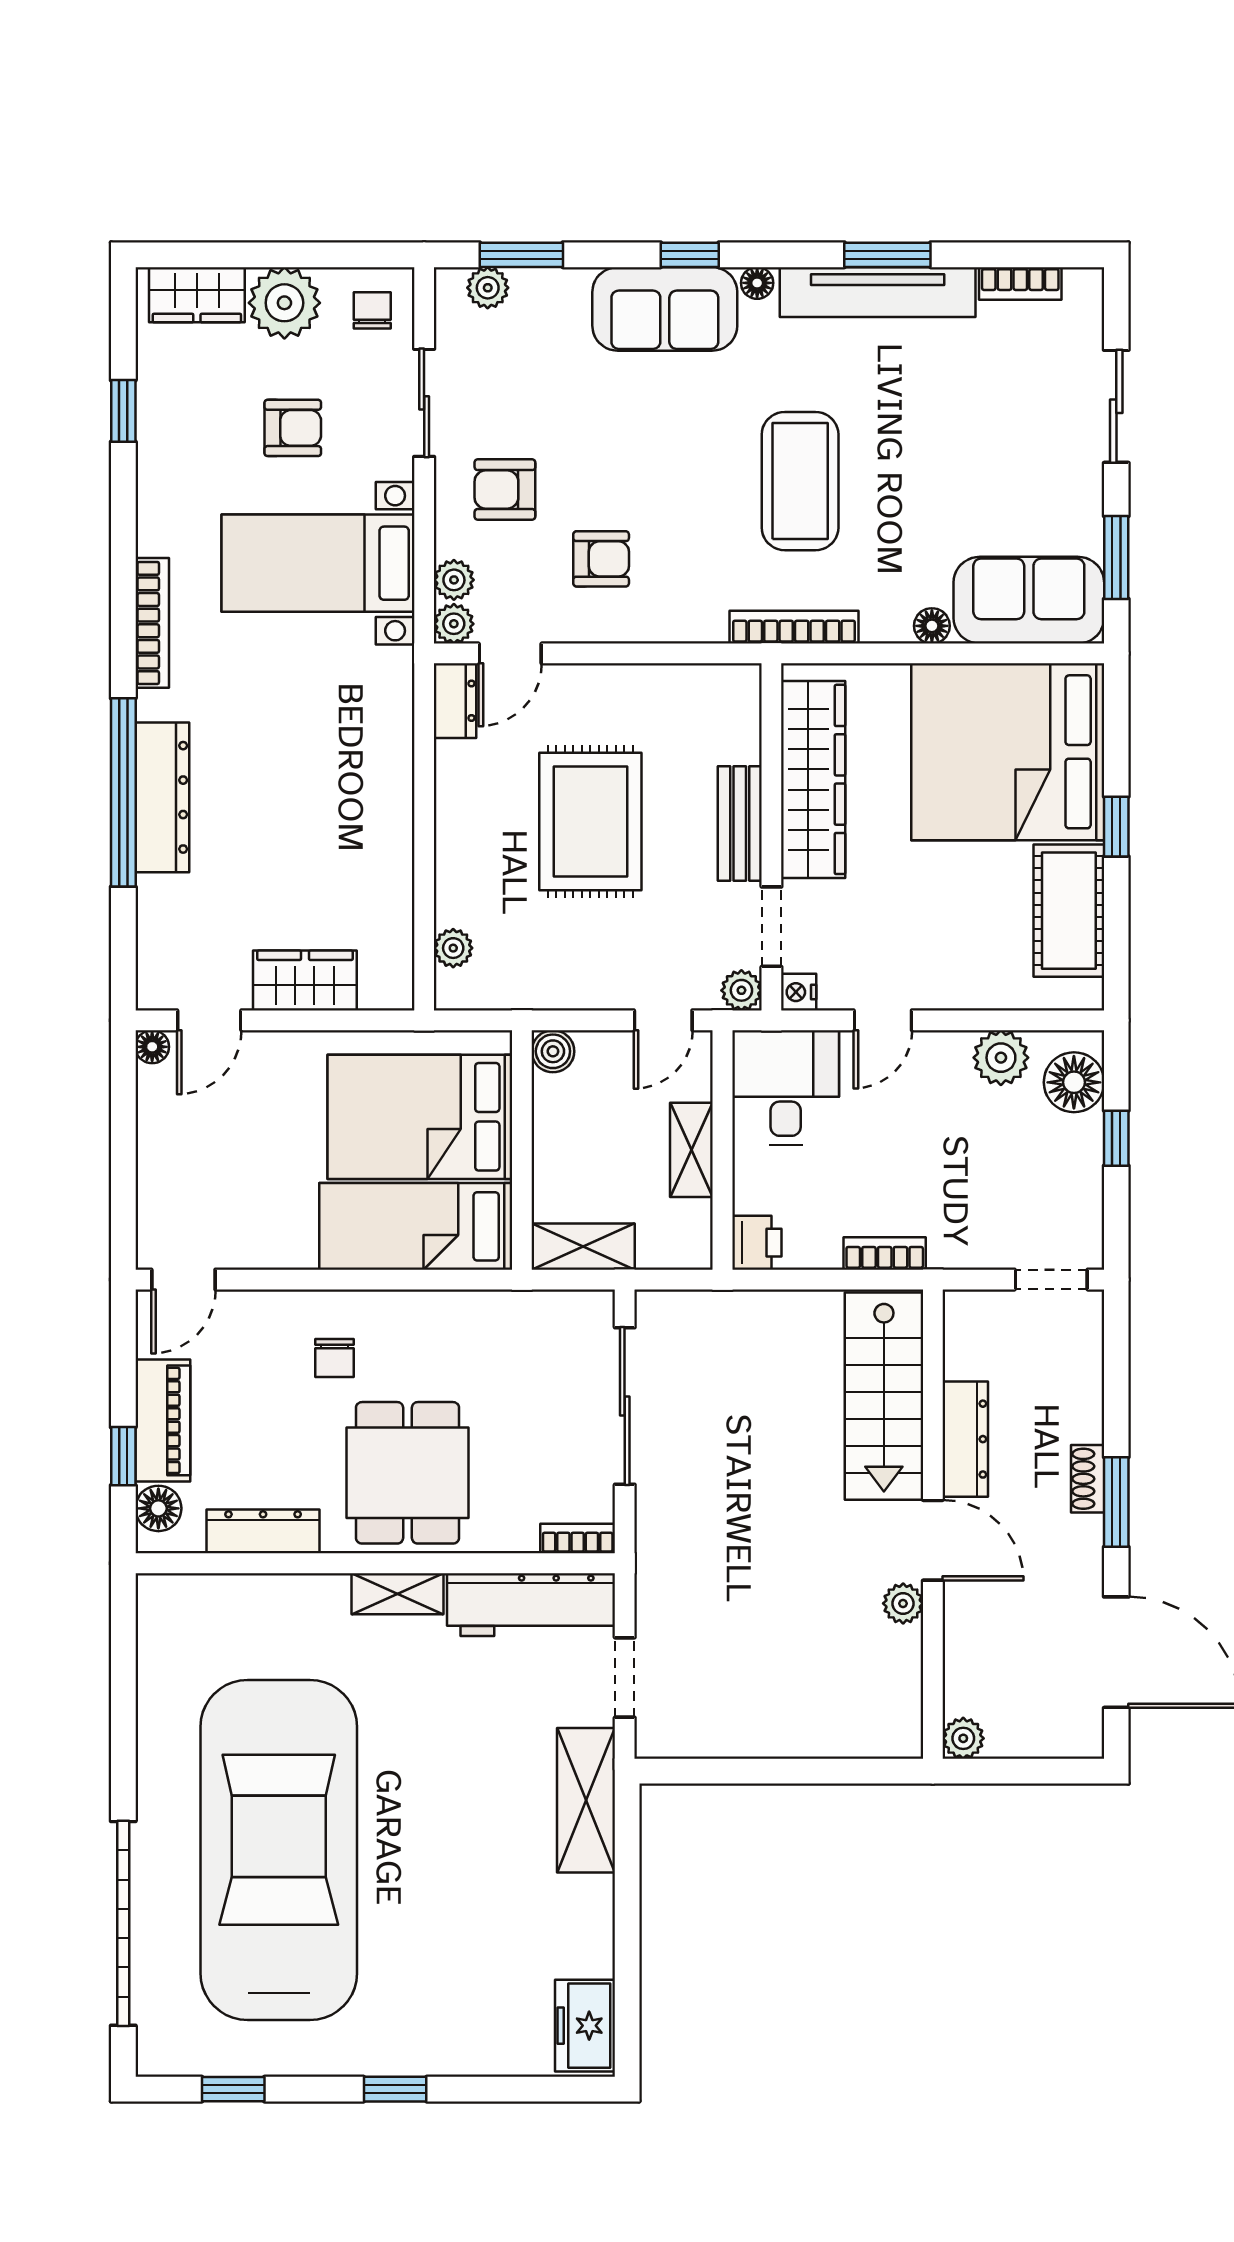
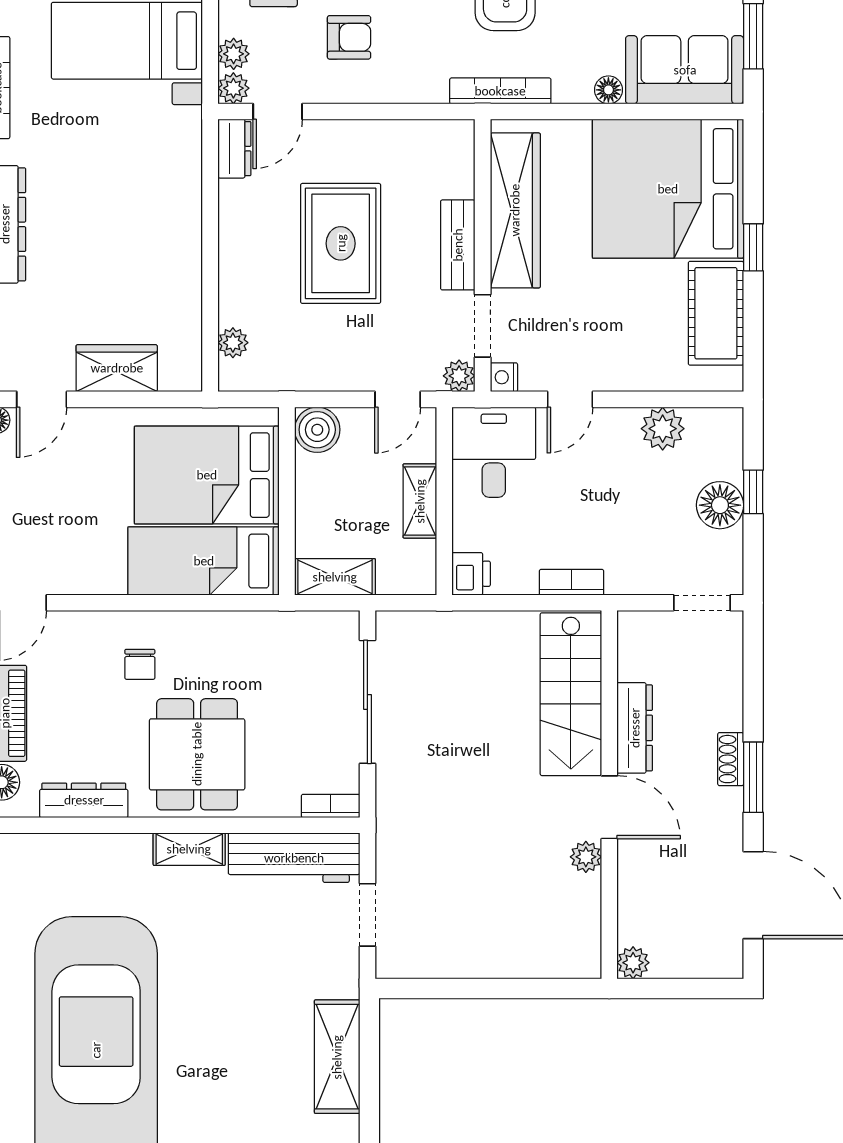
boiler: (553, 1051) -> (317, 430), width x1.36, depth x1.36
floor lamp: (1074, 1082) -> (720, 505), moved
shelving: (586, 1800) -> (337, 1057), moved

